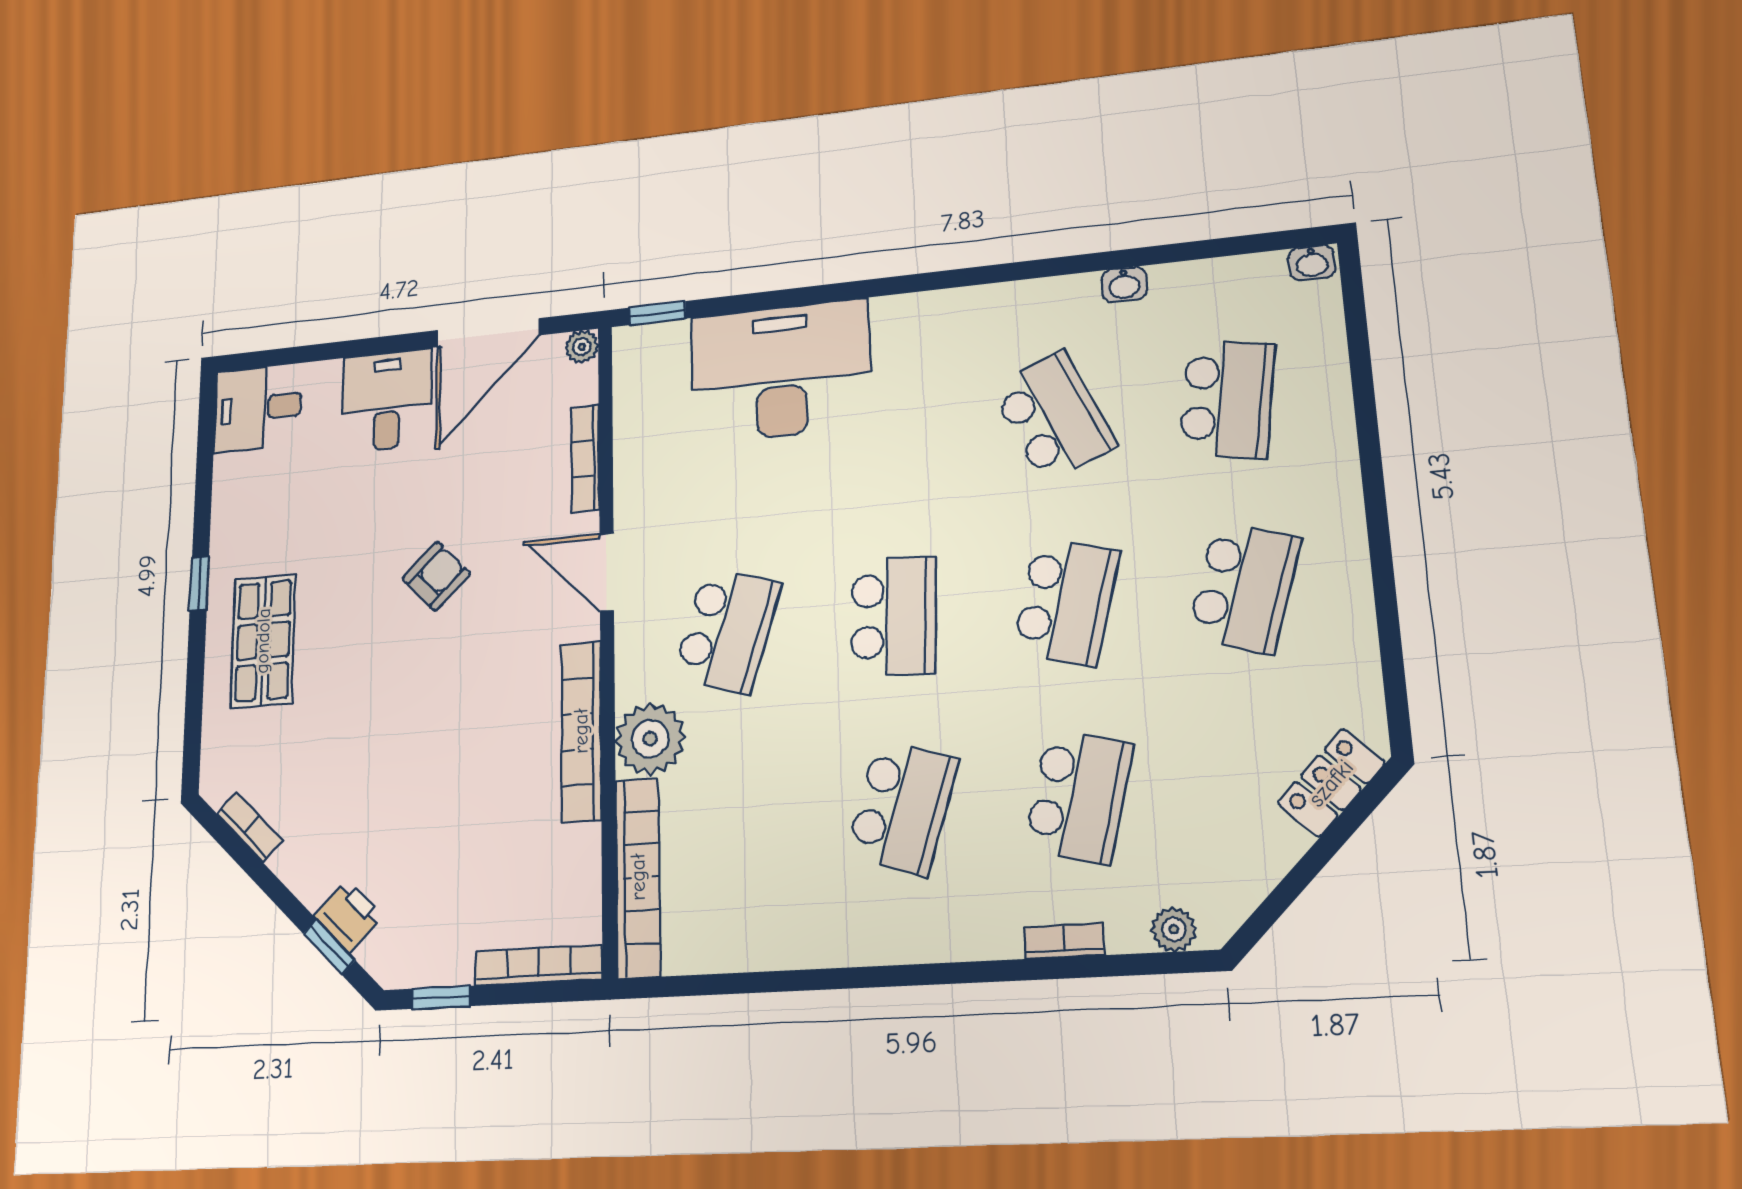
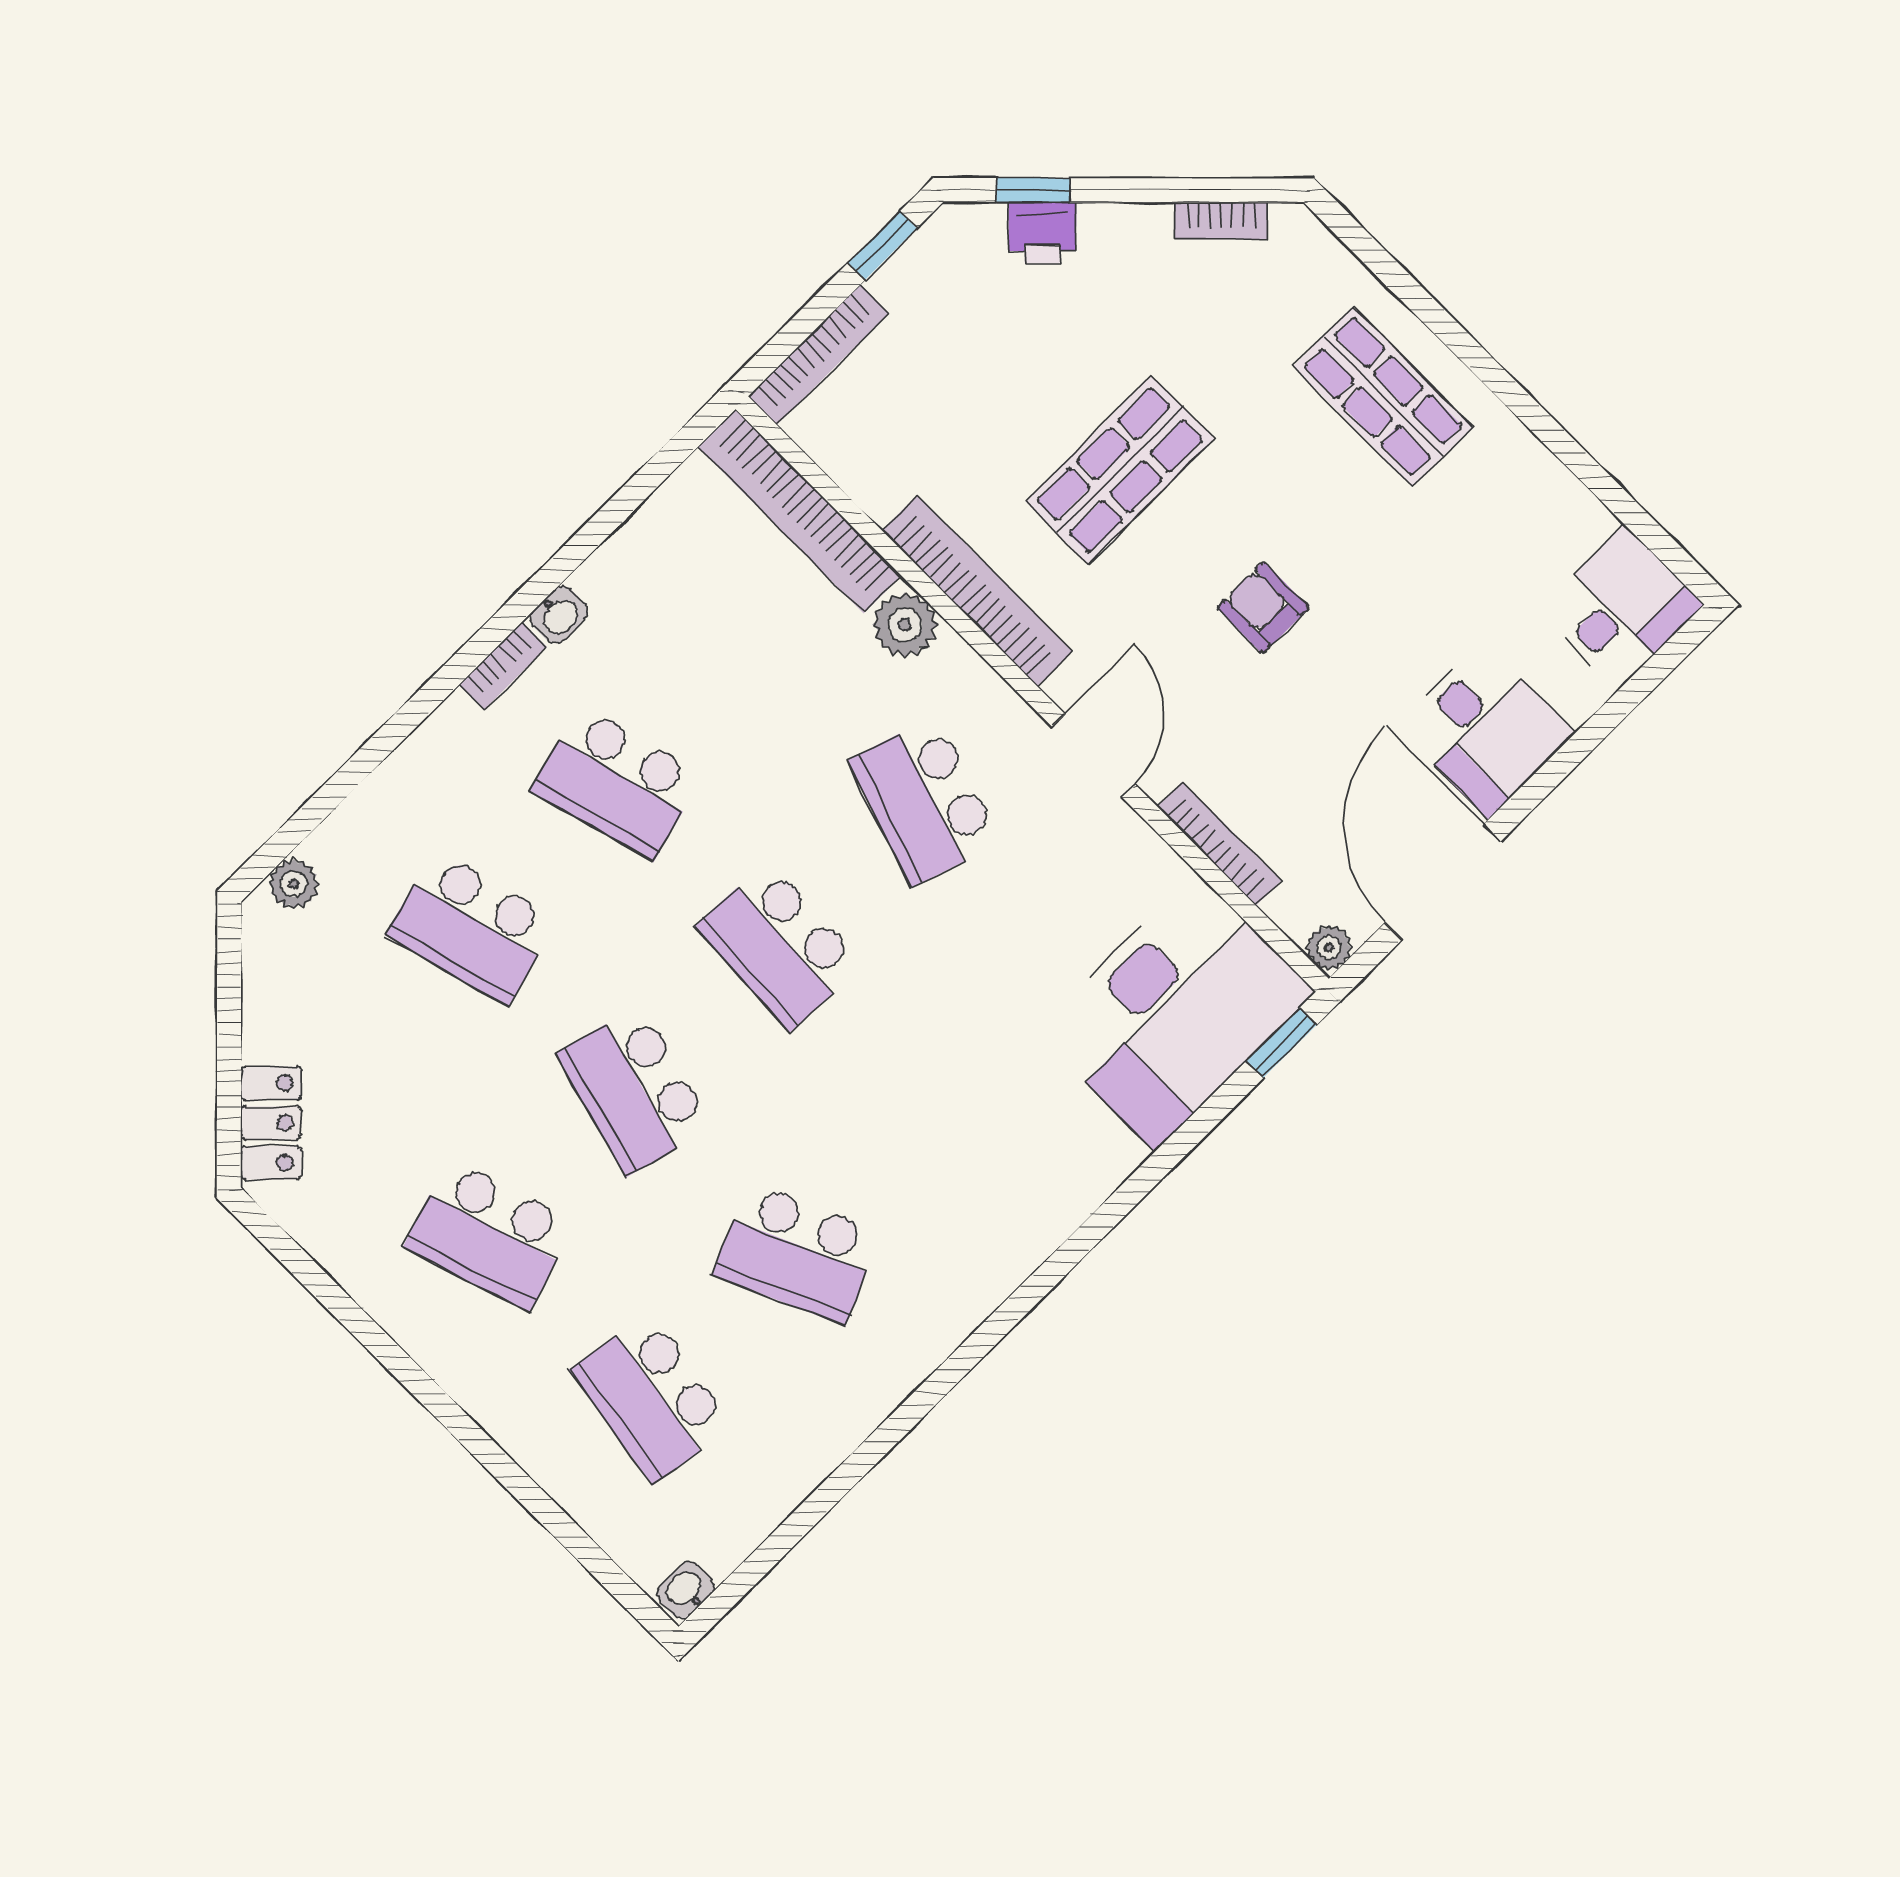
washbasin: (1124, 284) -> (559, 615), moved, turned 180
desk: (781, 371) -> (1175, 1012), moved
door: (607, 572) -> (1093, 755), hinge flipped
armchair: (436, 576) -> (1263, 607), turned 134
window: (199, 584) -> (1508, 390), removed
school desk: (1244, 587) -> (489, 1235), turned -36
shop shelf: (437, 730) -> (1120, 470), added
plant: (650, 739) -> (905, 625), width x0.73, depth x0.73
school desk: (1079, 796) -> (472, 927), turned -30
school desk: (902, 807) -> (617, 783), turned -33
bookcase: (1064, 941) -> (503, 666), moved

